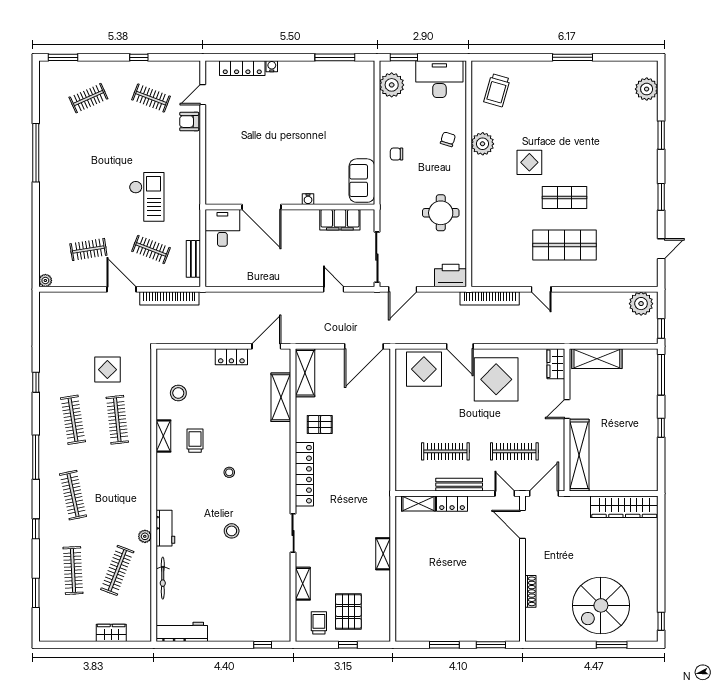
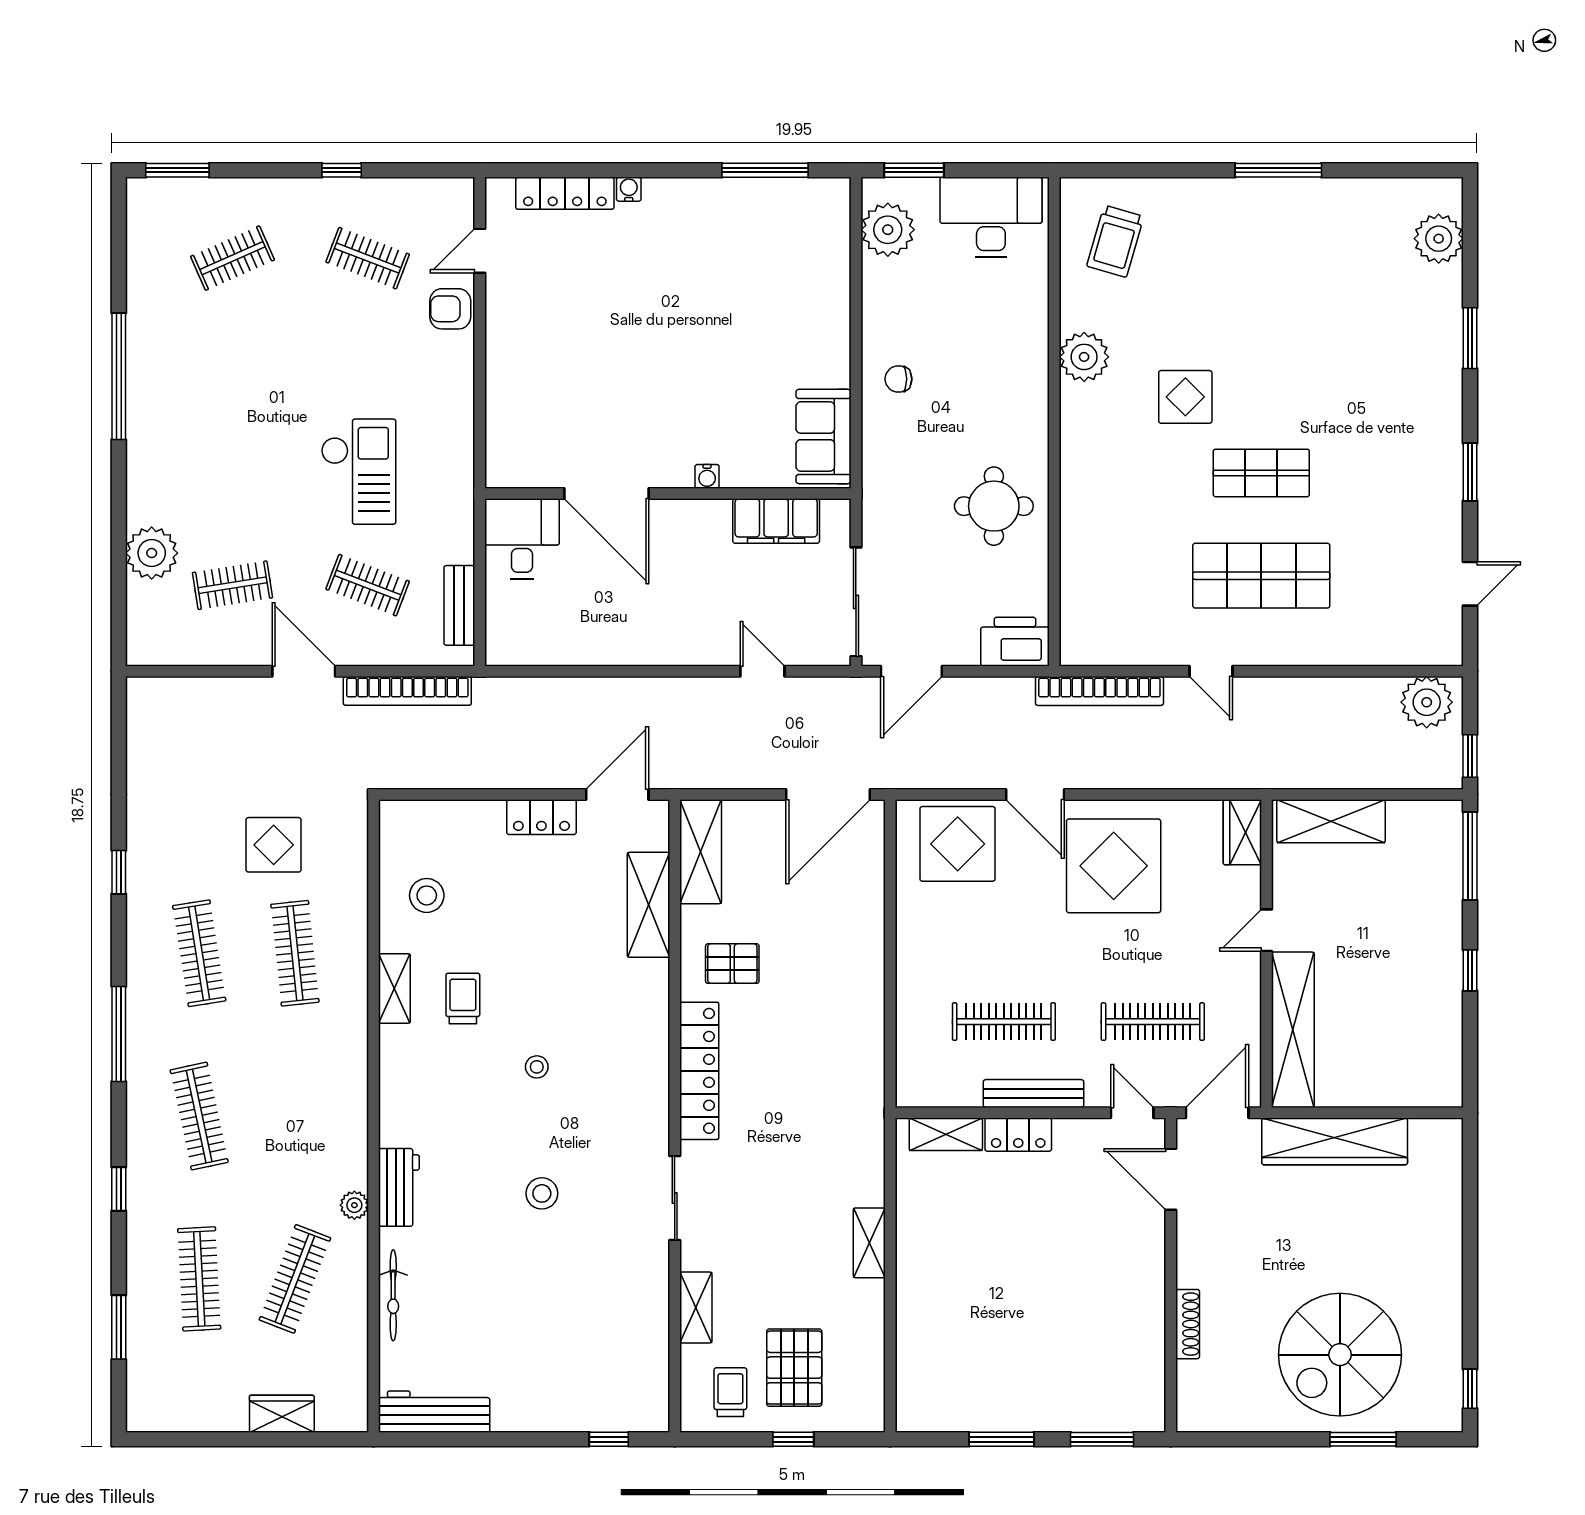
chair: (448, 139) -> (1009, 347), removed
plant: (45, 280) -> (152, 553), moved, width x1.88, depth x1.88
wardrobe: (624, 507) -> (1335, 1141), moved

